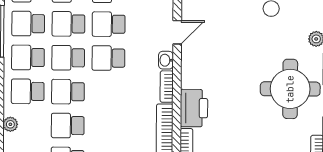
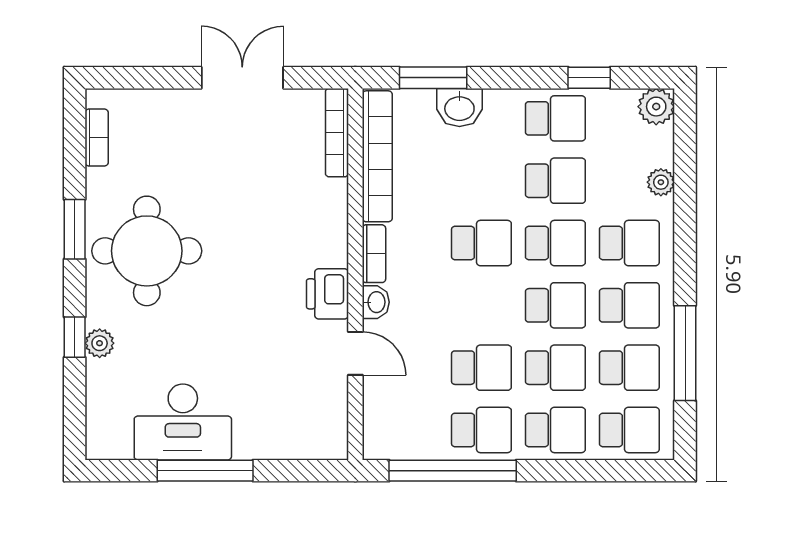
door: (177, 32) -> (355, 353), swing flipped
school desk: (108, 58) -> (481, 243), moved
printer: (194, 108) -> (327, 294), moved, width x0.73, depth x0.84

